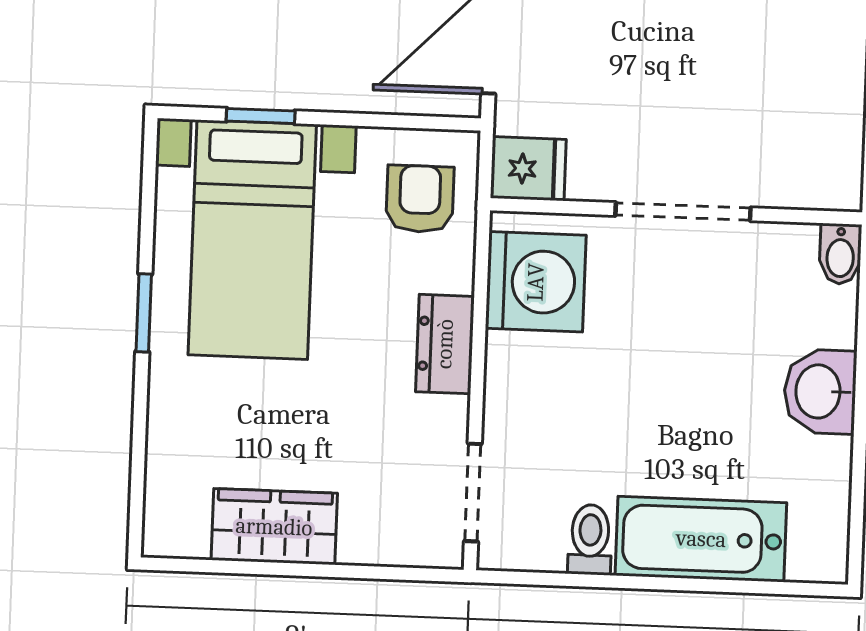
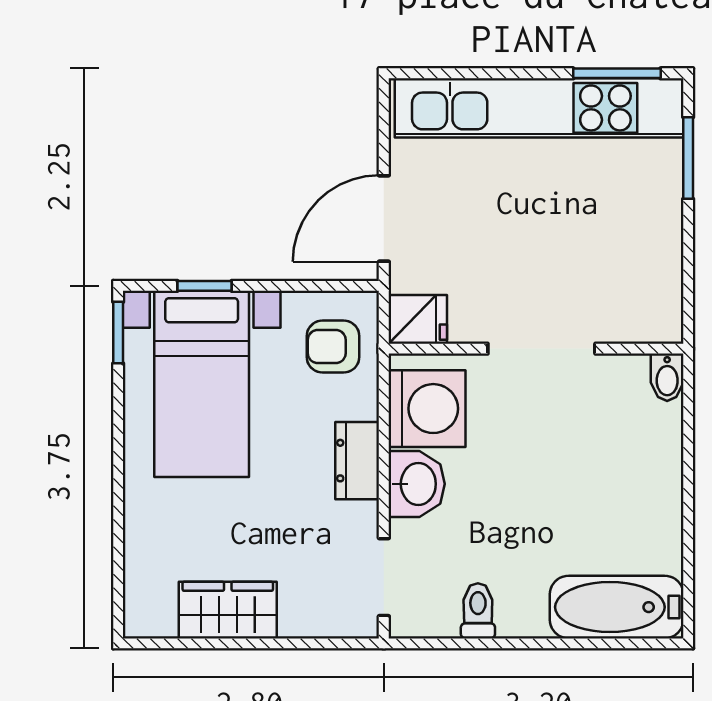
armchair: (420, 199) -> (333, 347), turned -90
window: (144, 313) -> (118, 333), moved
washbasin: (820, 392) -> (417, 484), moved, turned 180
bathtub: (701, 539) -> (617, 607), moved

